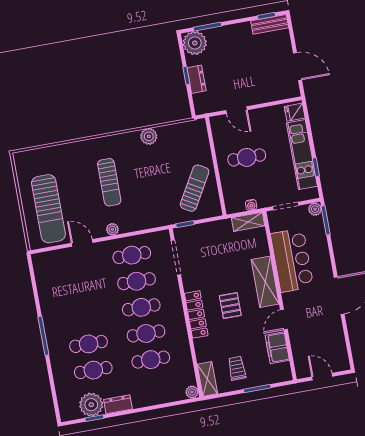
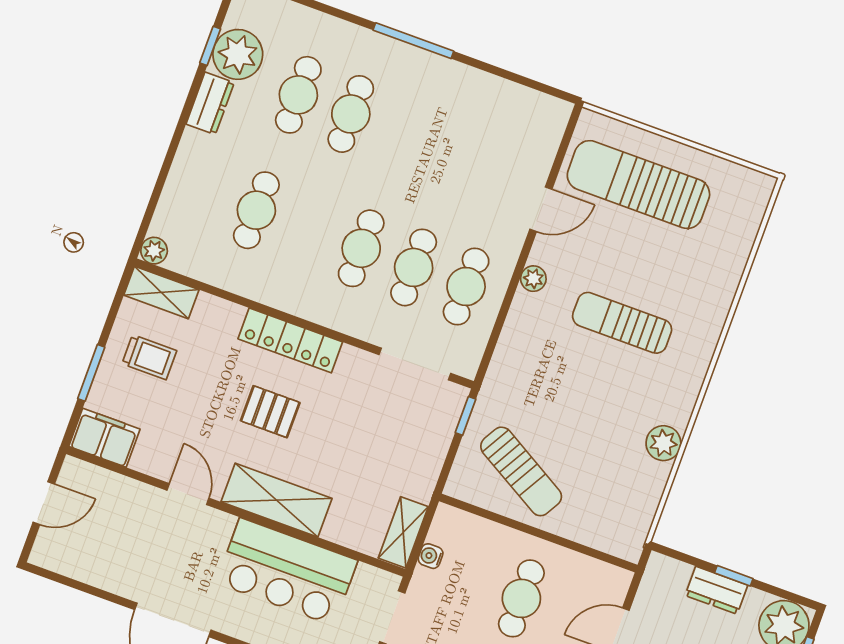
cafe table: (146, 333) -> (309, 229), removed
filing cabinet: (277, 348) -> (104, 438), moved

